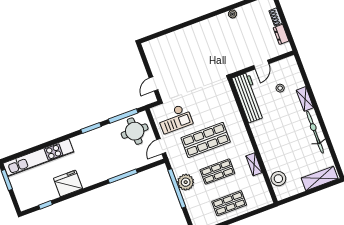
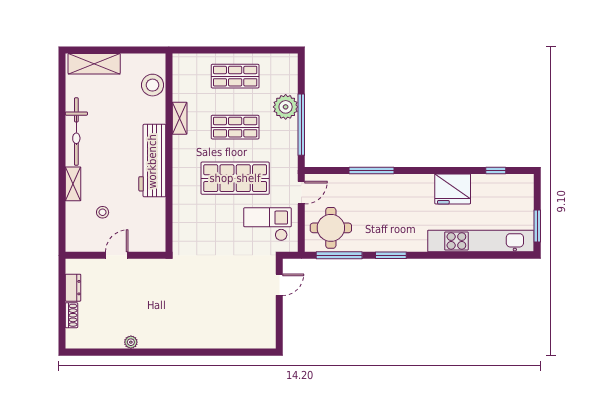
workbench: (248, 98) -> (152, 161), moved
plant: (186, 182) -> (286, 107), moved

